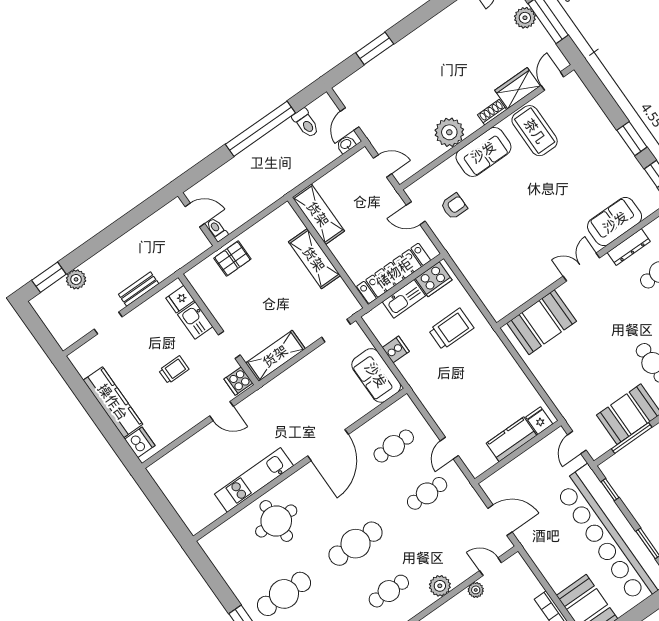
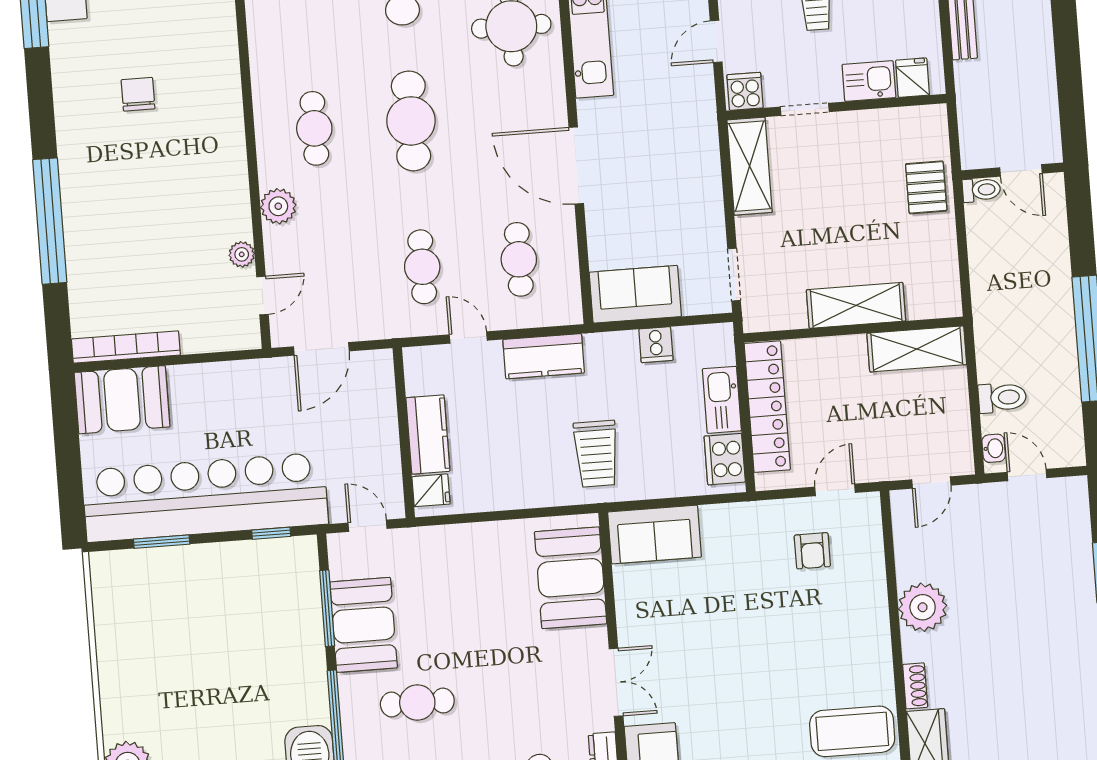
toilet: (306, 123) -> (1002, 398), moved, turned 180
sofa: (483, 152) -> (655, 535), moved, turned -90
door: (195, 215) -> (1021, 170), hinge flipped
trolley: (451, 329) -> (596, 454), moved
kitchen counter: (436, 404) -> (544, 356), added

